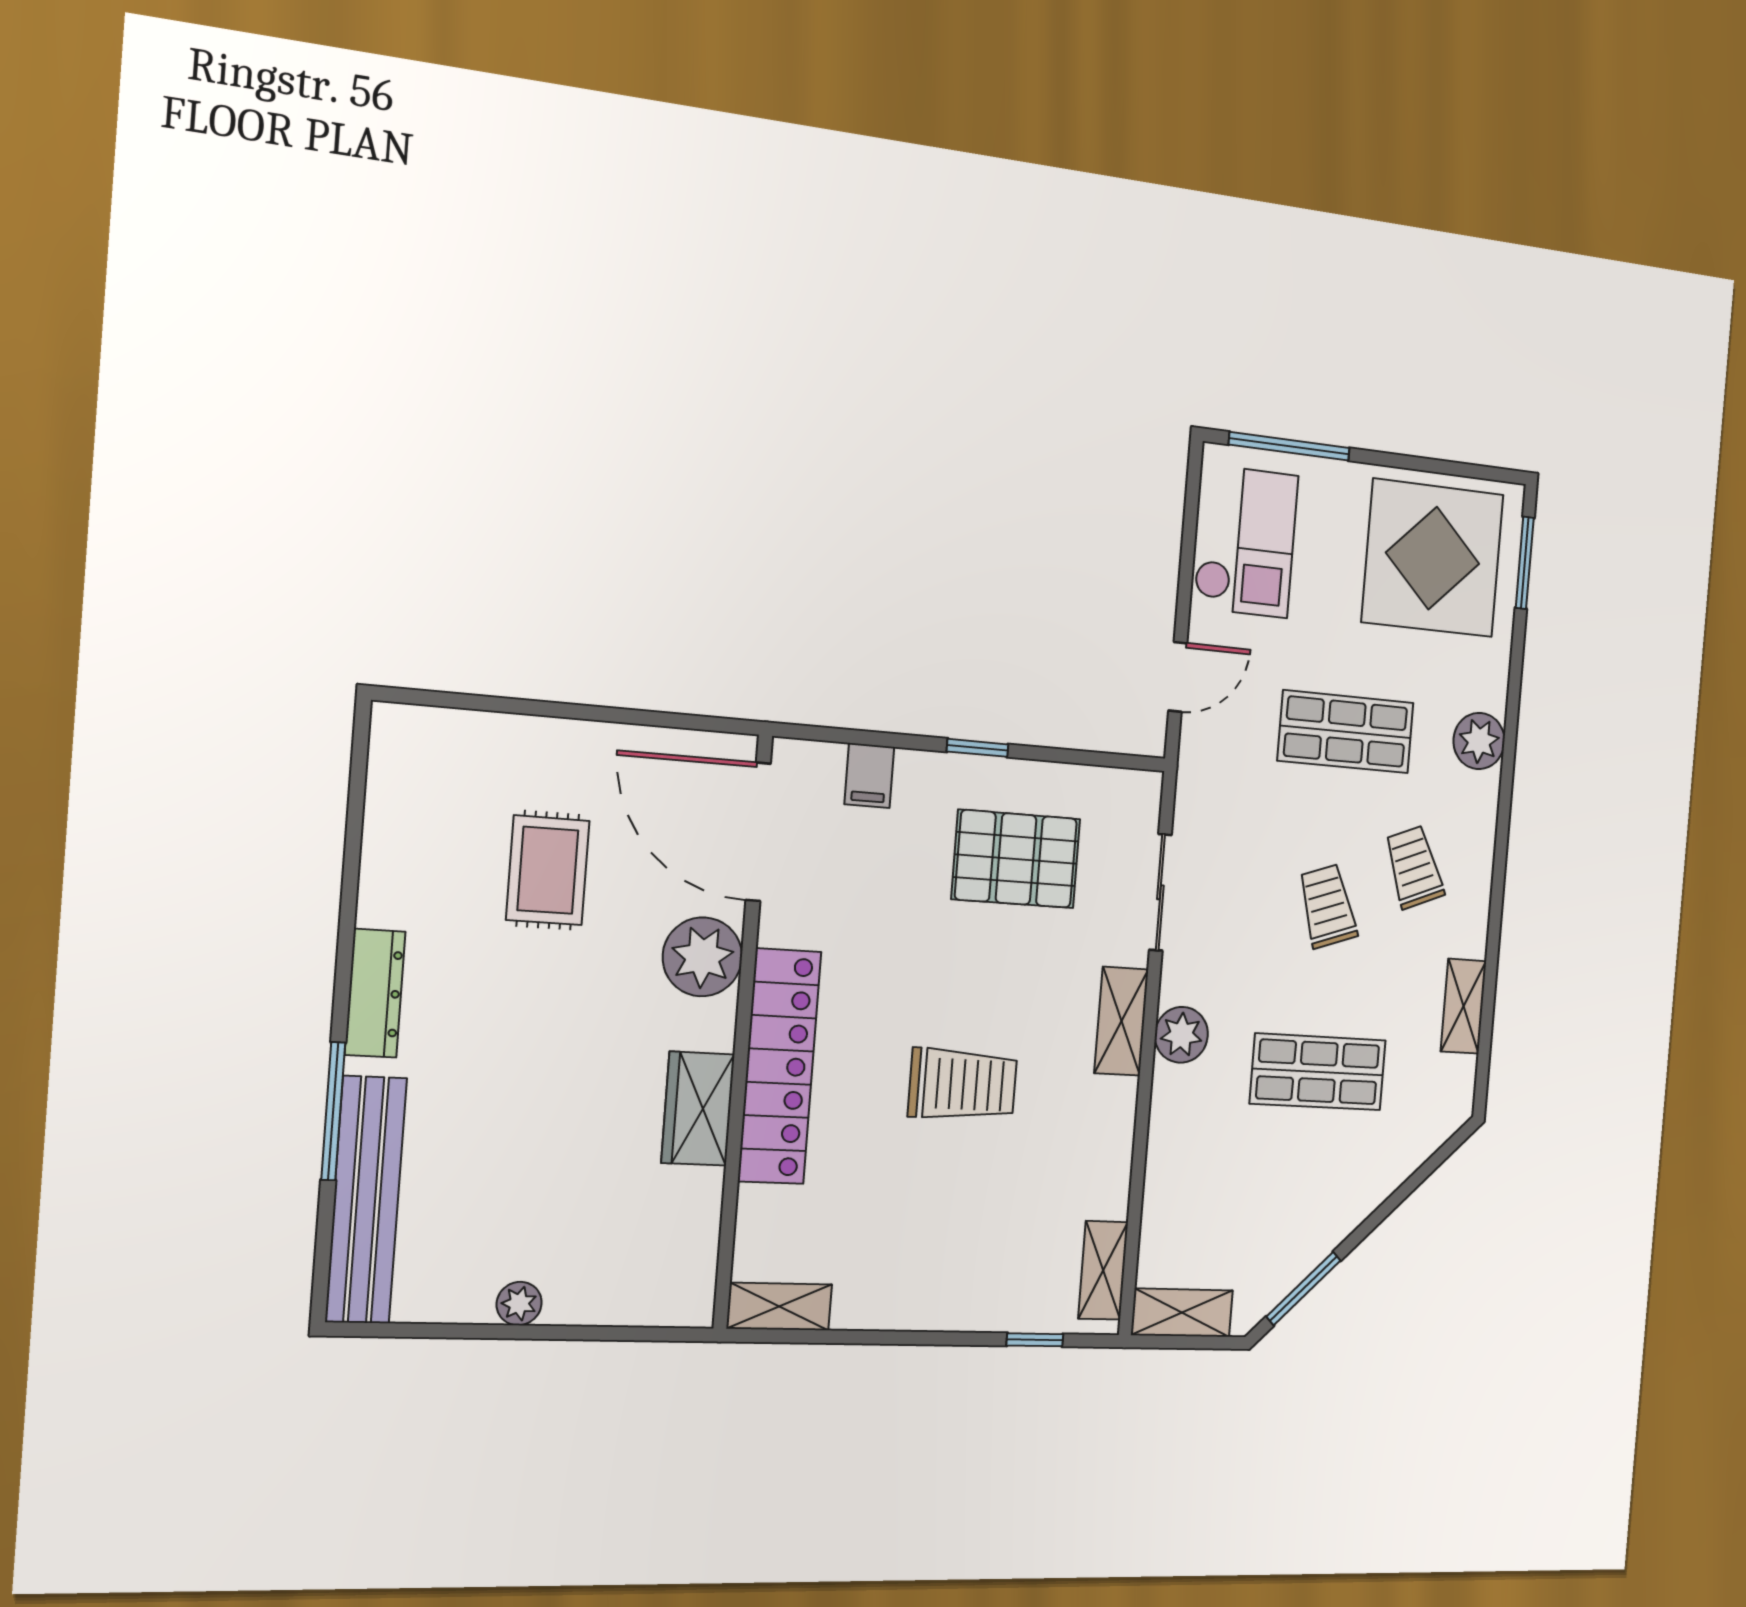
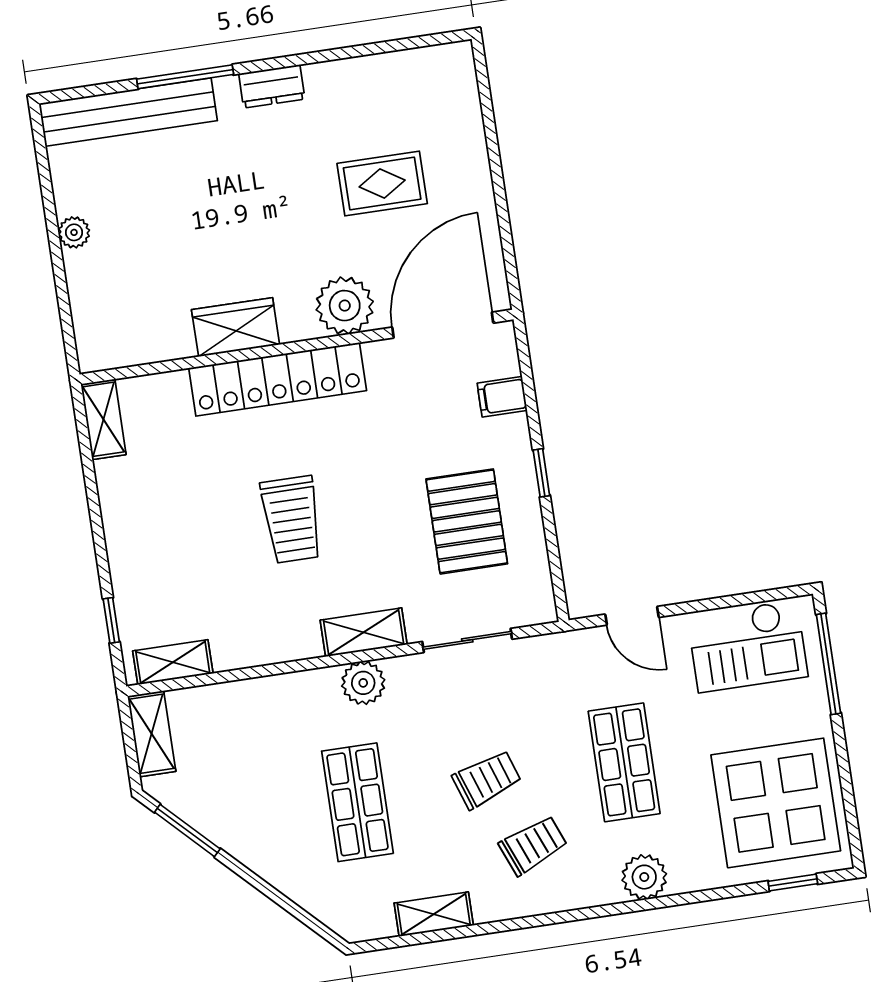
window: (1525, 563) -> (793, 883), width x0.67
dresser: (375, 993) -> (272, 86), width x0.70

